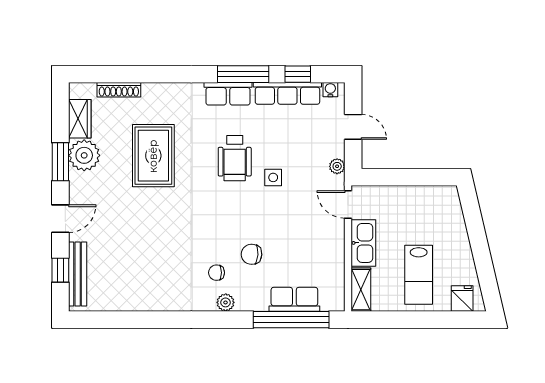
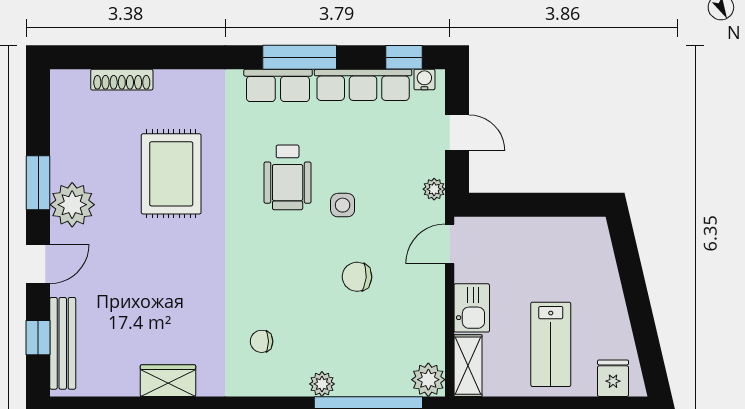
window: (298, 74) -> (404, 57), moved
wardrobe: (80, 119) -> (168, 381), moved, turned -90
plant: (84, 155) -> (72, 205), moved
door: (348, 205) -> (450, 244), hinge flipped
kitchen sink: (363, 243) -> (472, 308), width x0.73
chair: (252, 254) -> (357, 277), moved
row of seats: (294, 299) -> (373, 379), removed
plant: (333, 299) -> (428, 380), added
plant: (226, 302) -> (322, 384), moved

